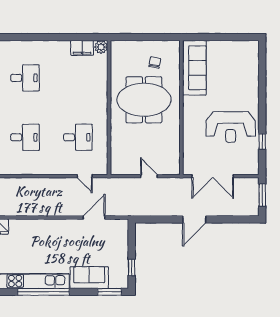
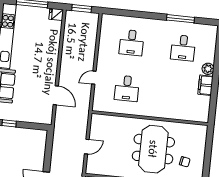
plant: (101, 47) -> (208, 69), moved
filing cabinet: (82, 48) -> (205, 85), moved
door: (85, 176) -> (94, 78), moved

